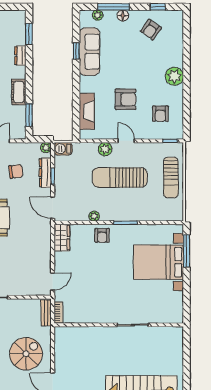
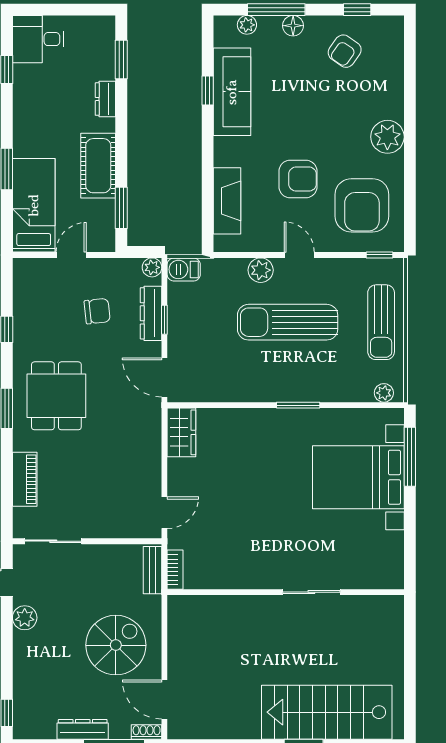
cot: (19, 92) -> (98, 166), width x1.37, depth x1.34
armchair: (160, 114) -> (362, 205), width x1.88, depth x1.88
plant: (94, 216) -> (384, 393), moved
armchair: (102, 235) -> (255, 428), removed

